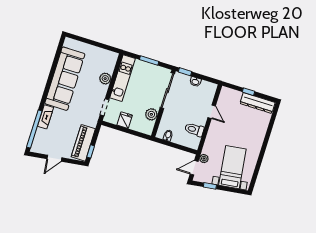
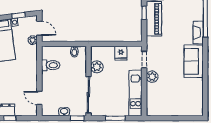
sofa: (65, 79) -> (194, 61), width x0.54, depth x0.79
plant: (105, 79) -> (152, 77), moved
door: (212, 112) -> (39, 98), moved
door: (194, 168) -> (39, 28), hinge flipped

